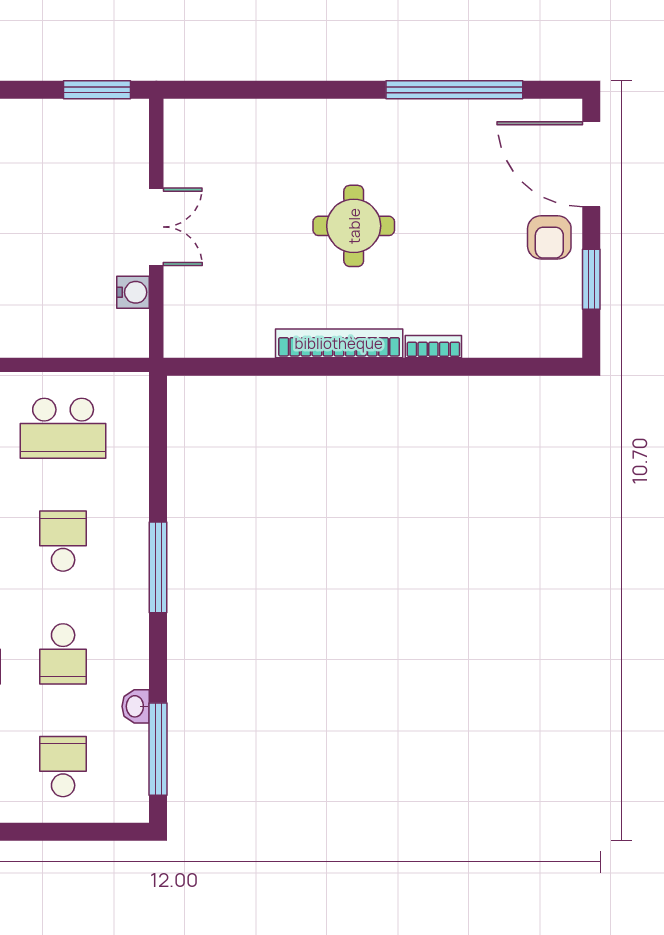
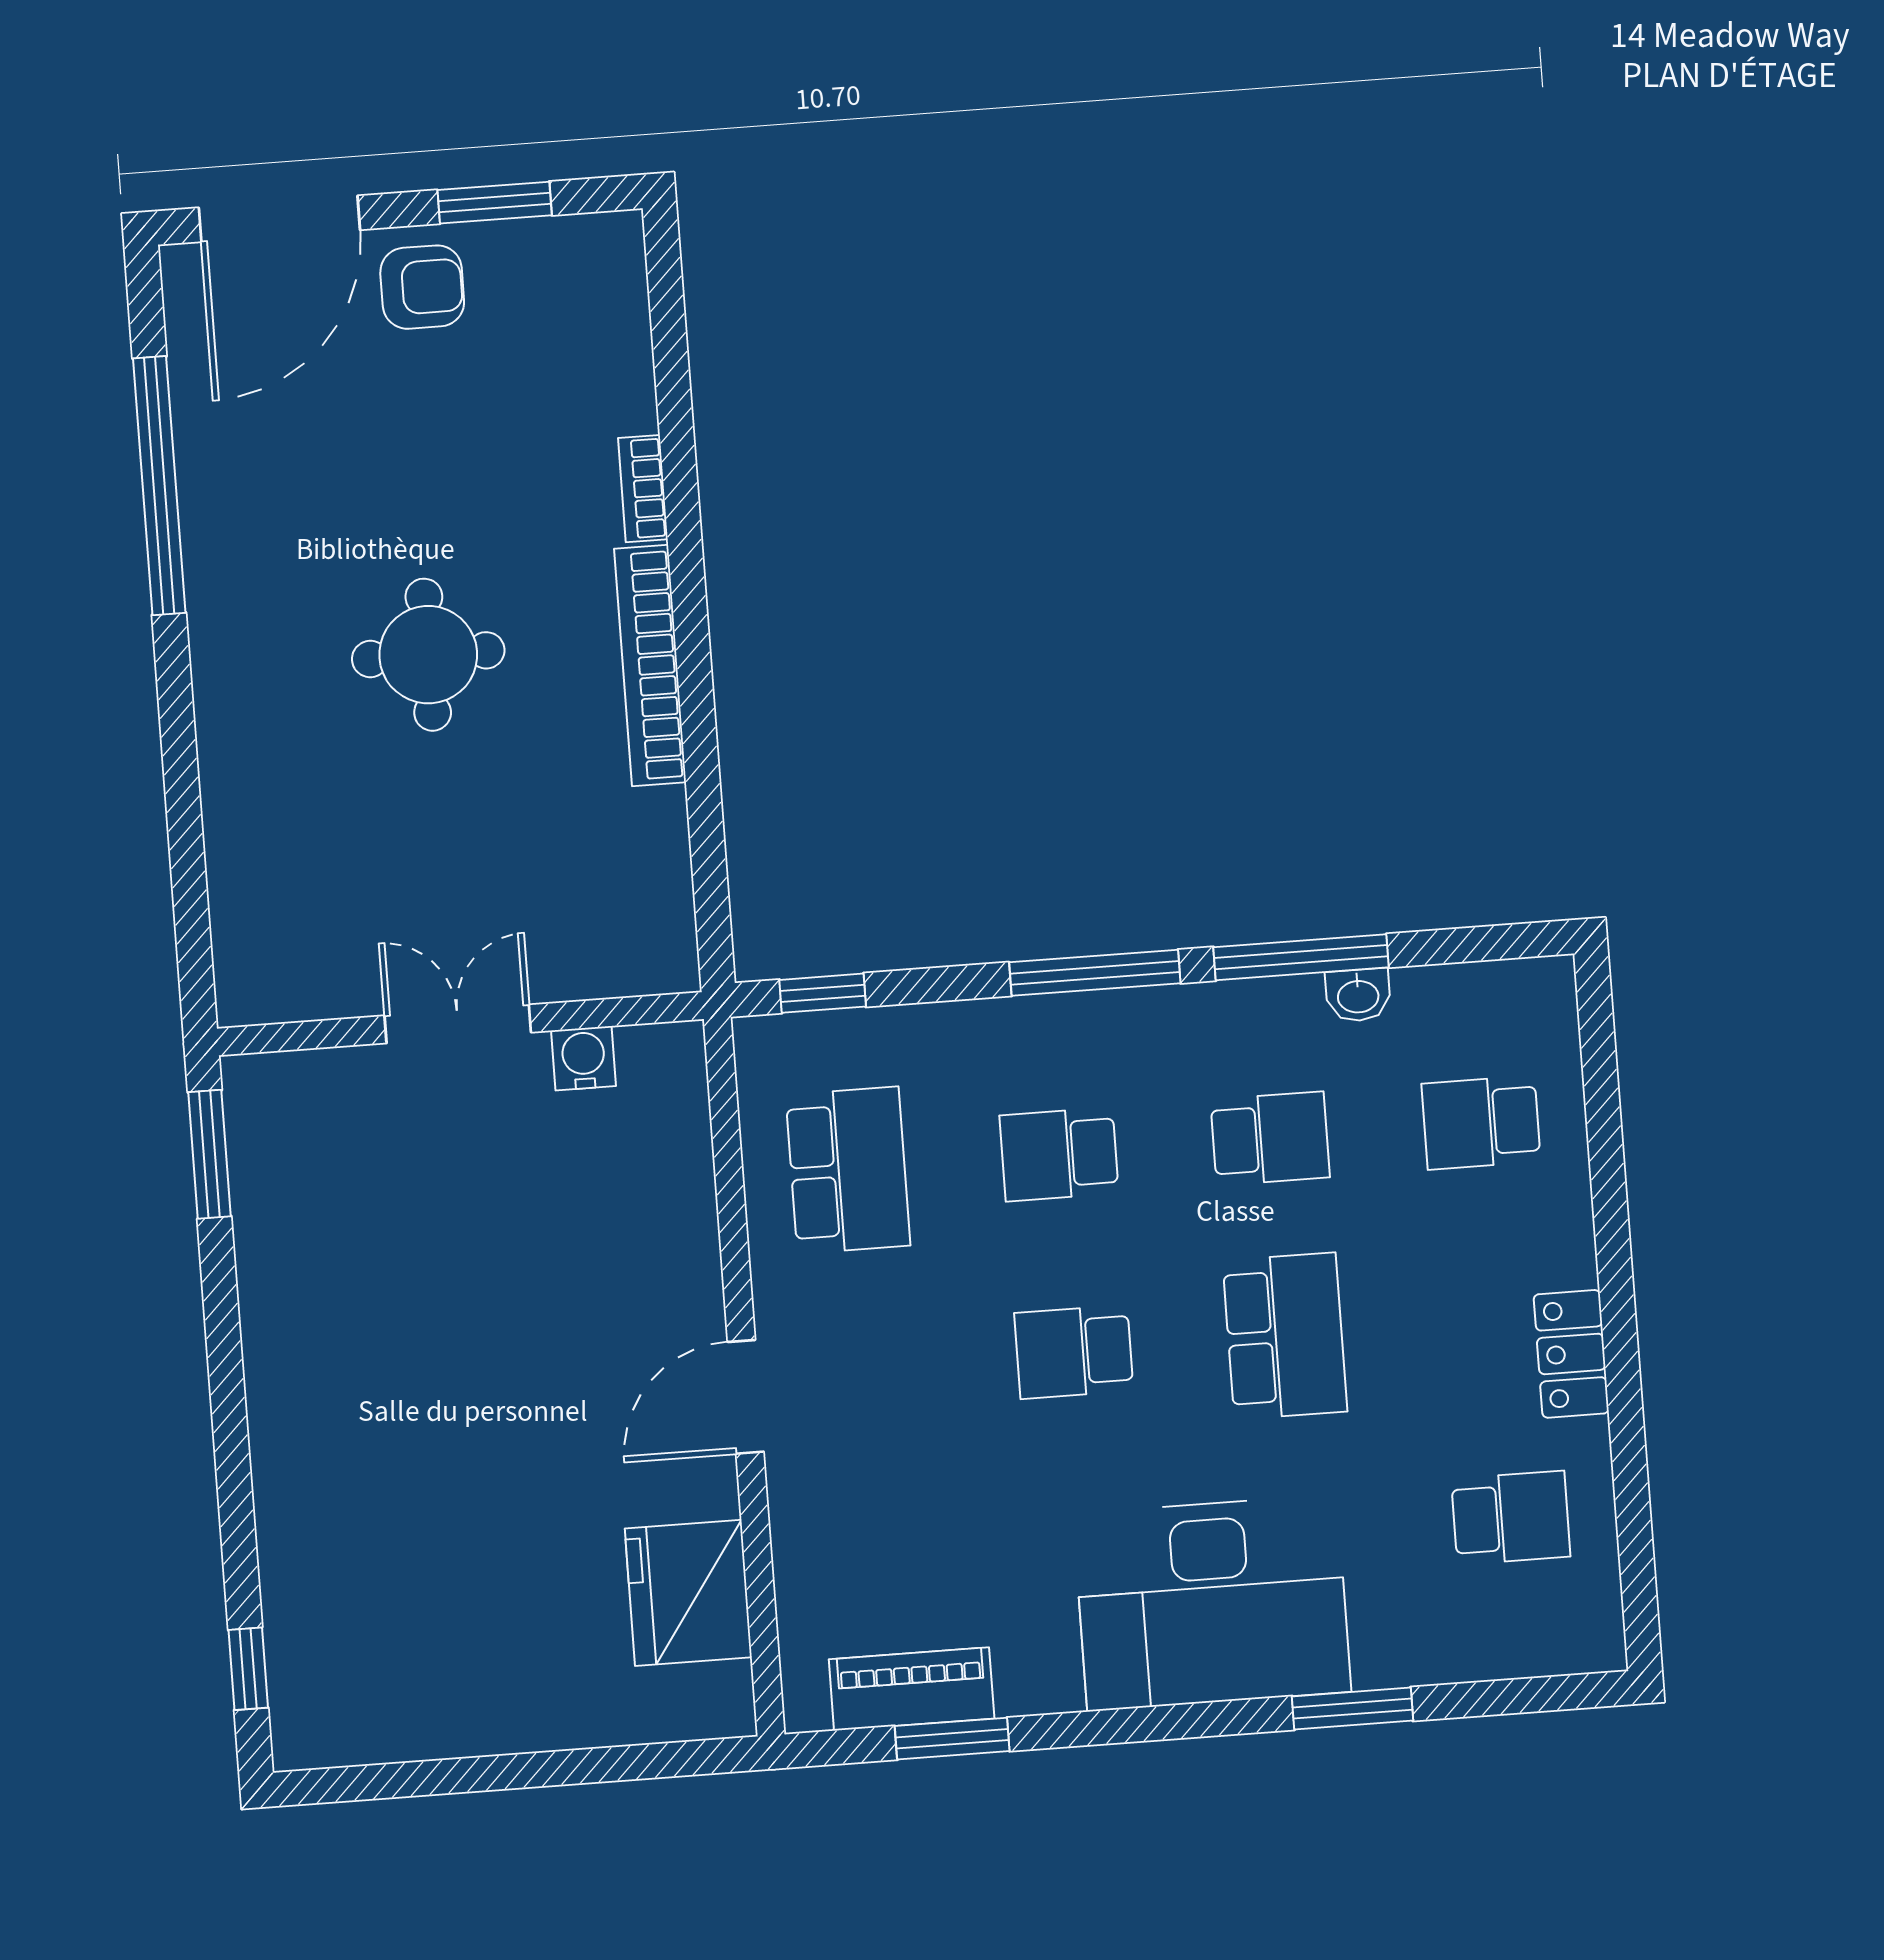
window: (158, 422) -> (823, 993), added
window: (158, 749) -> (1301, 957), moved

